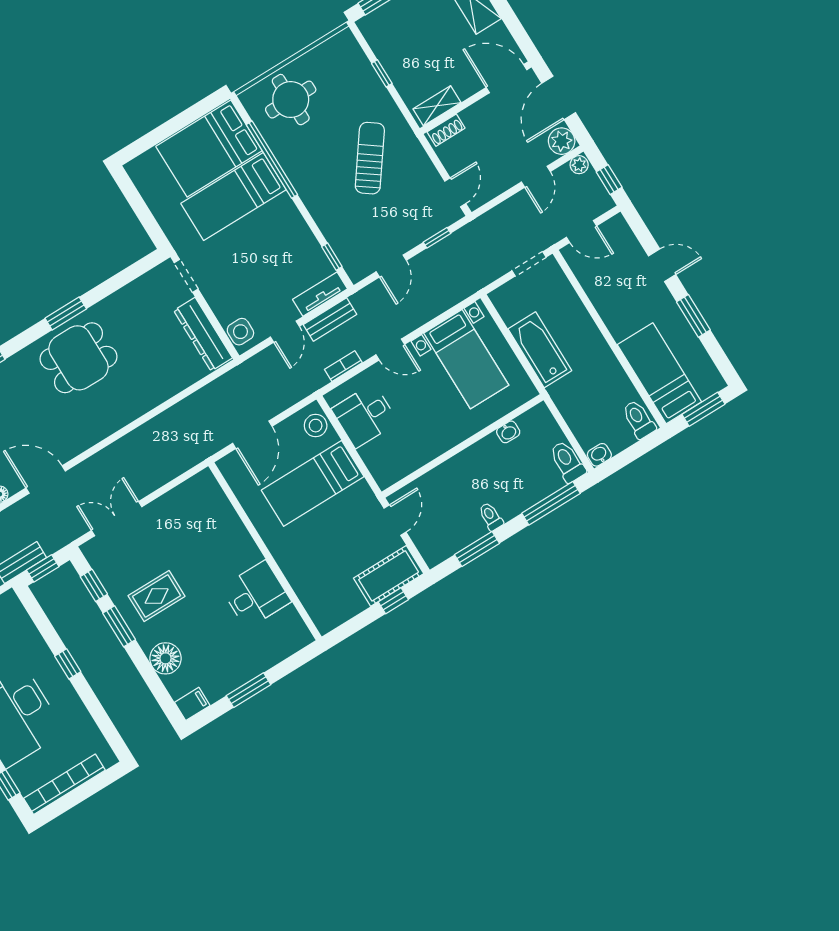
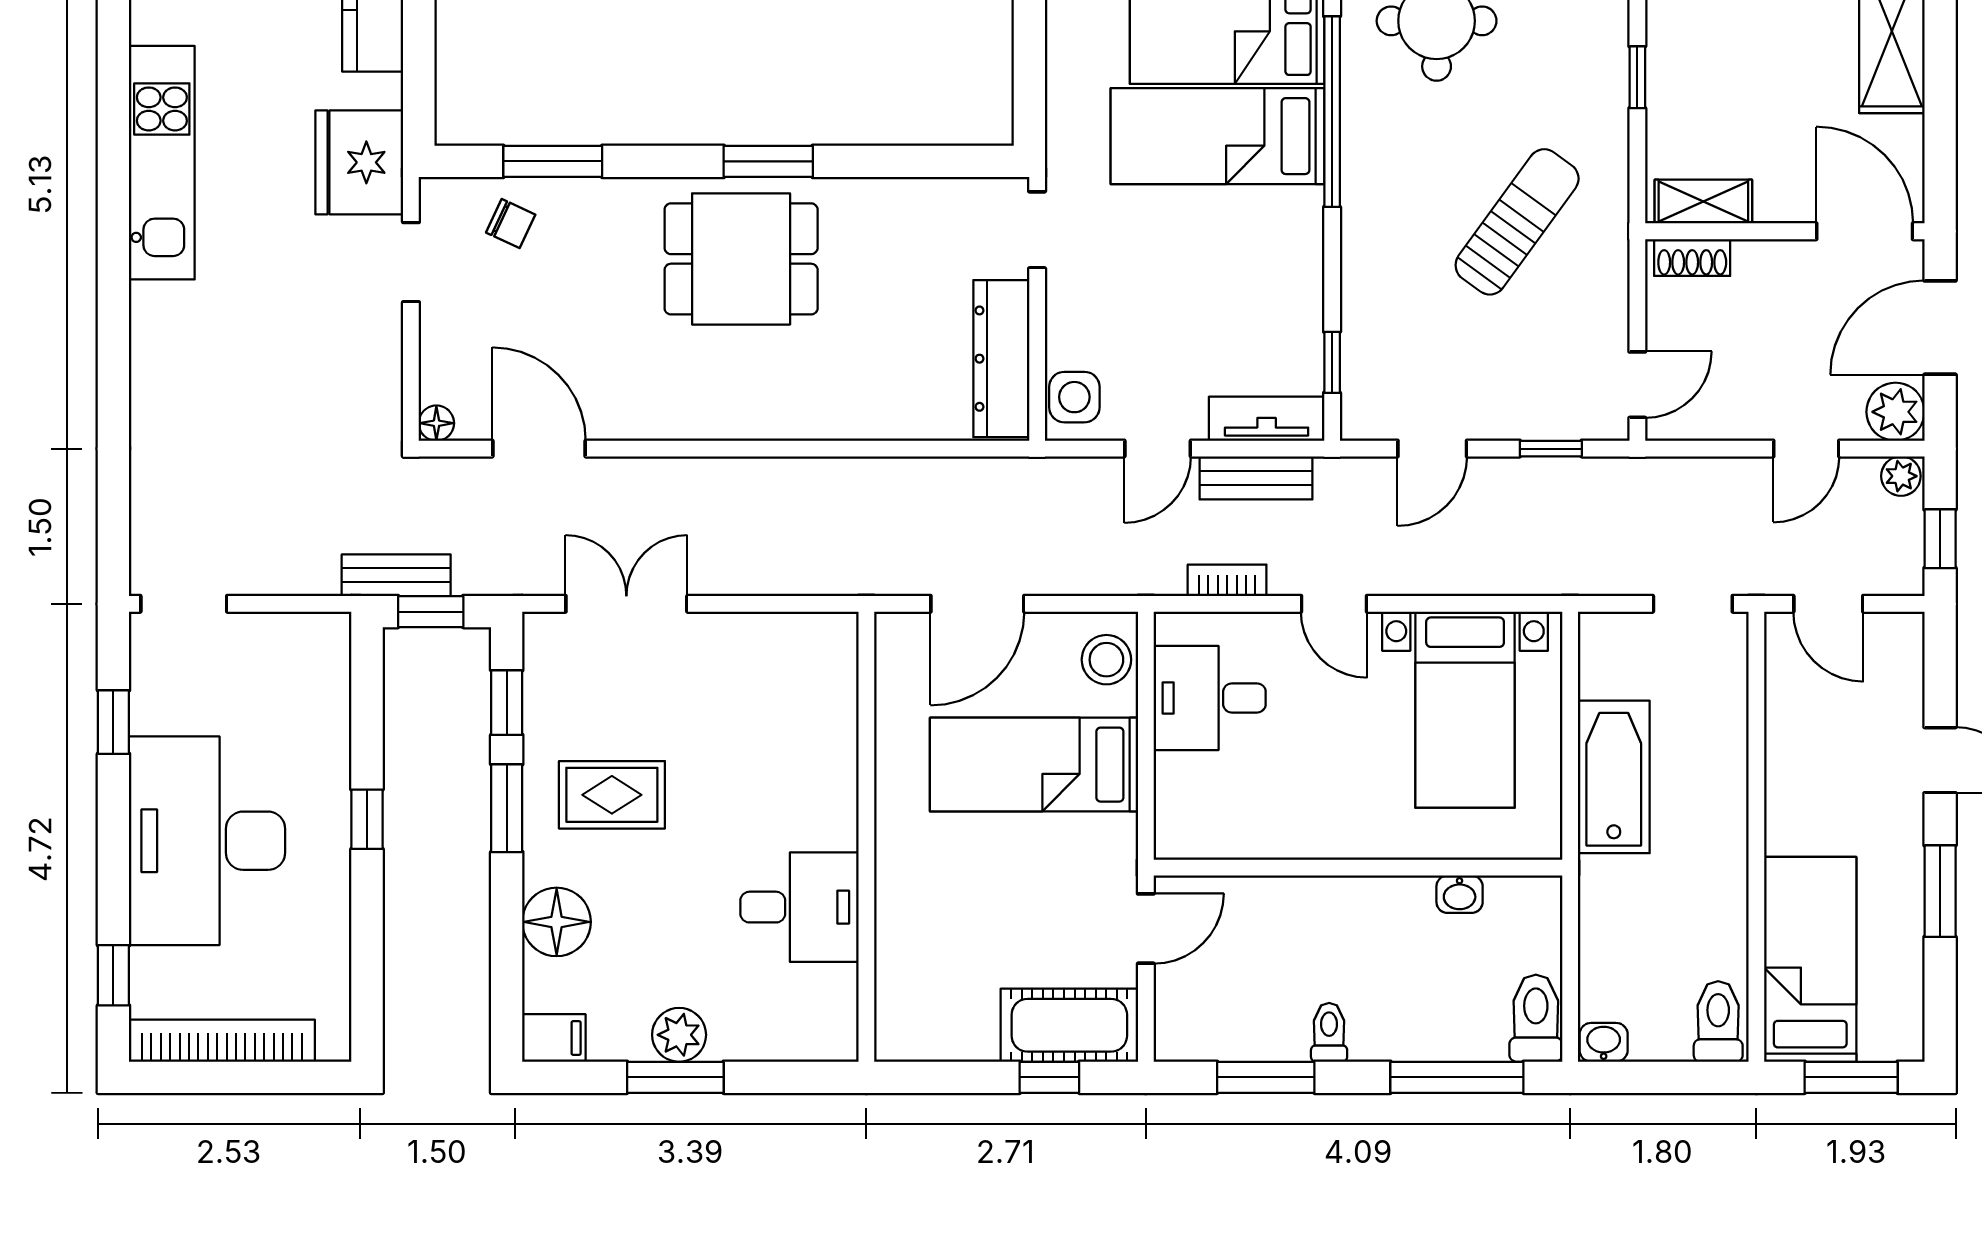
plant: (240, 673) -> (679, 1035), added

